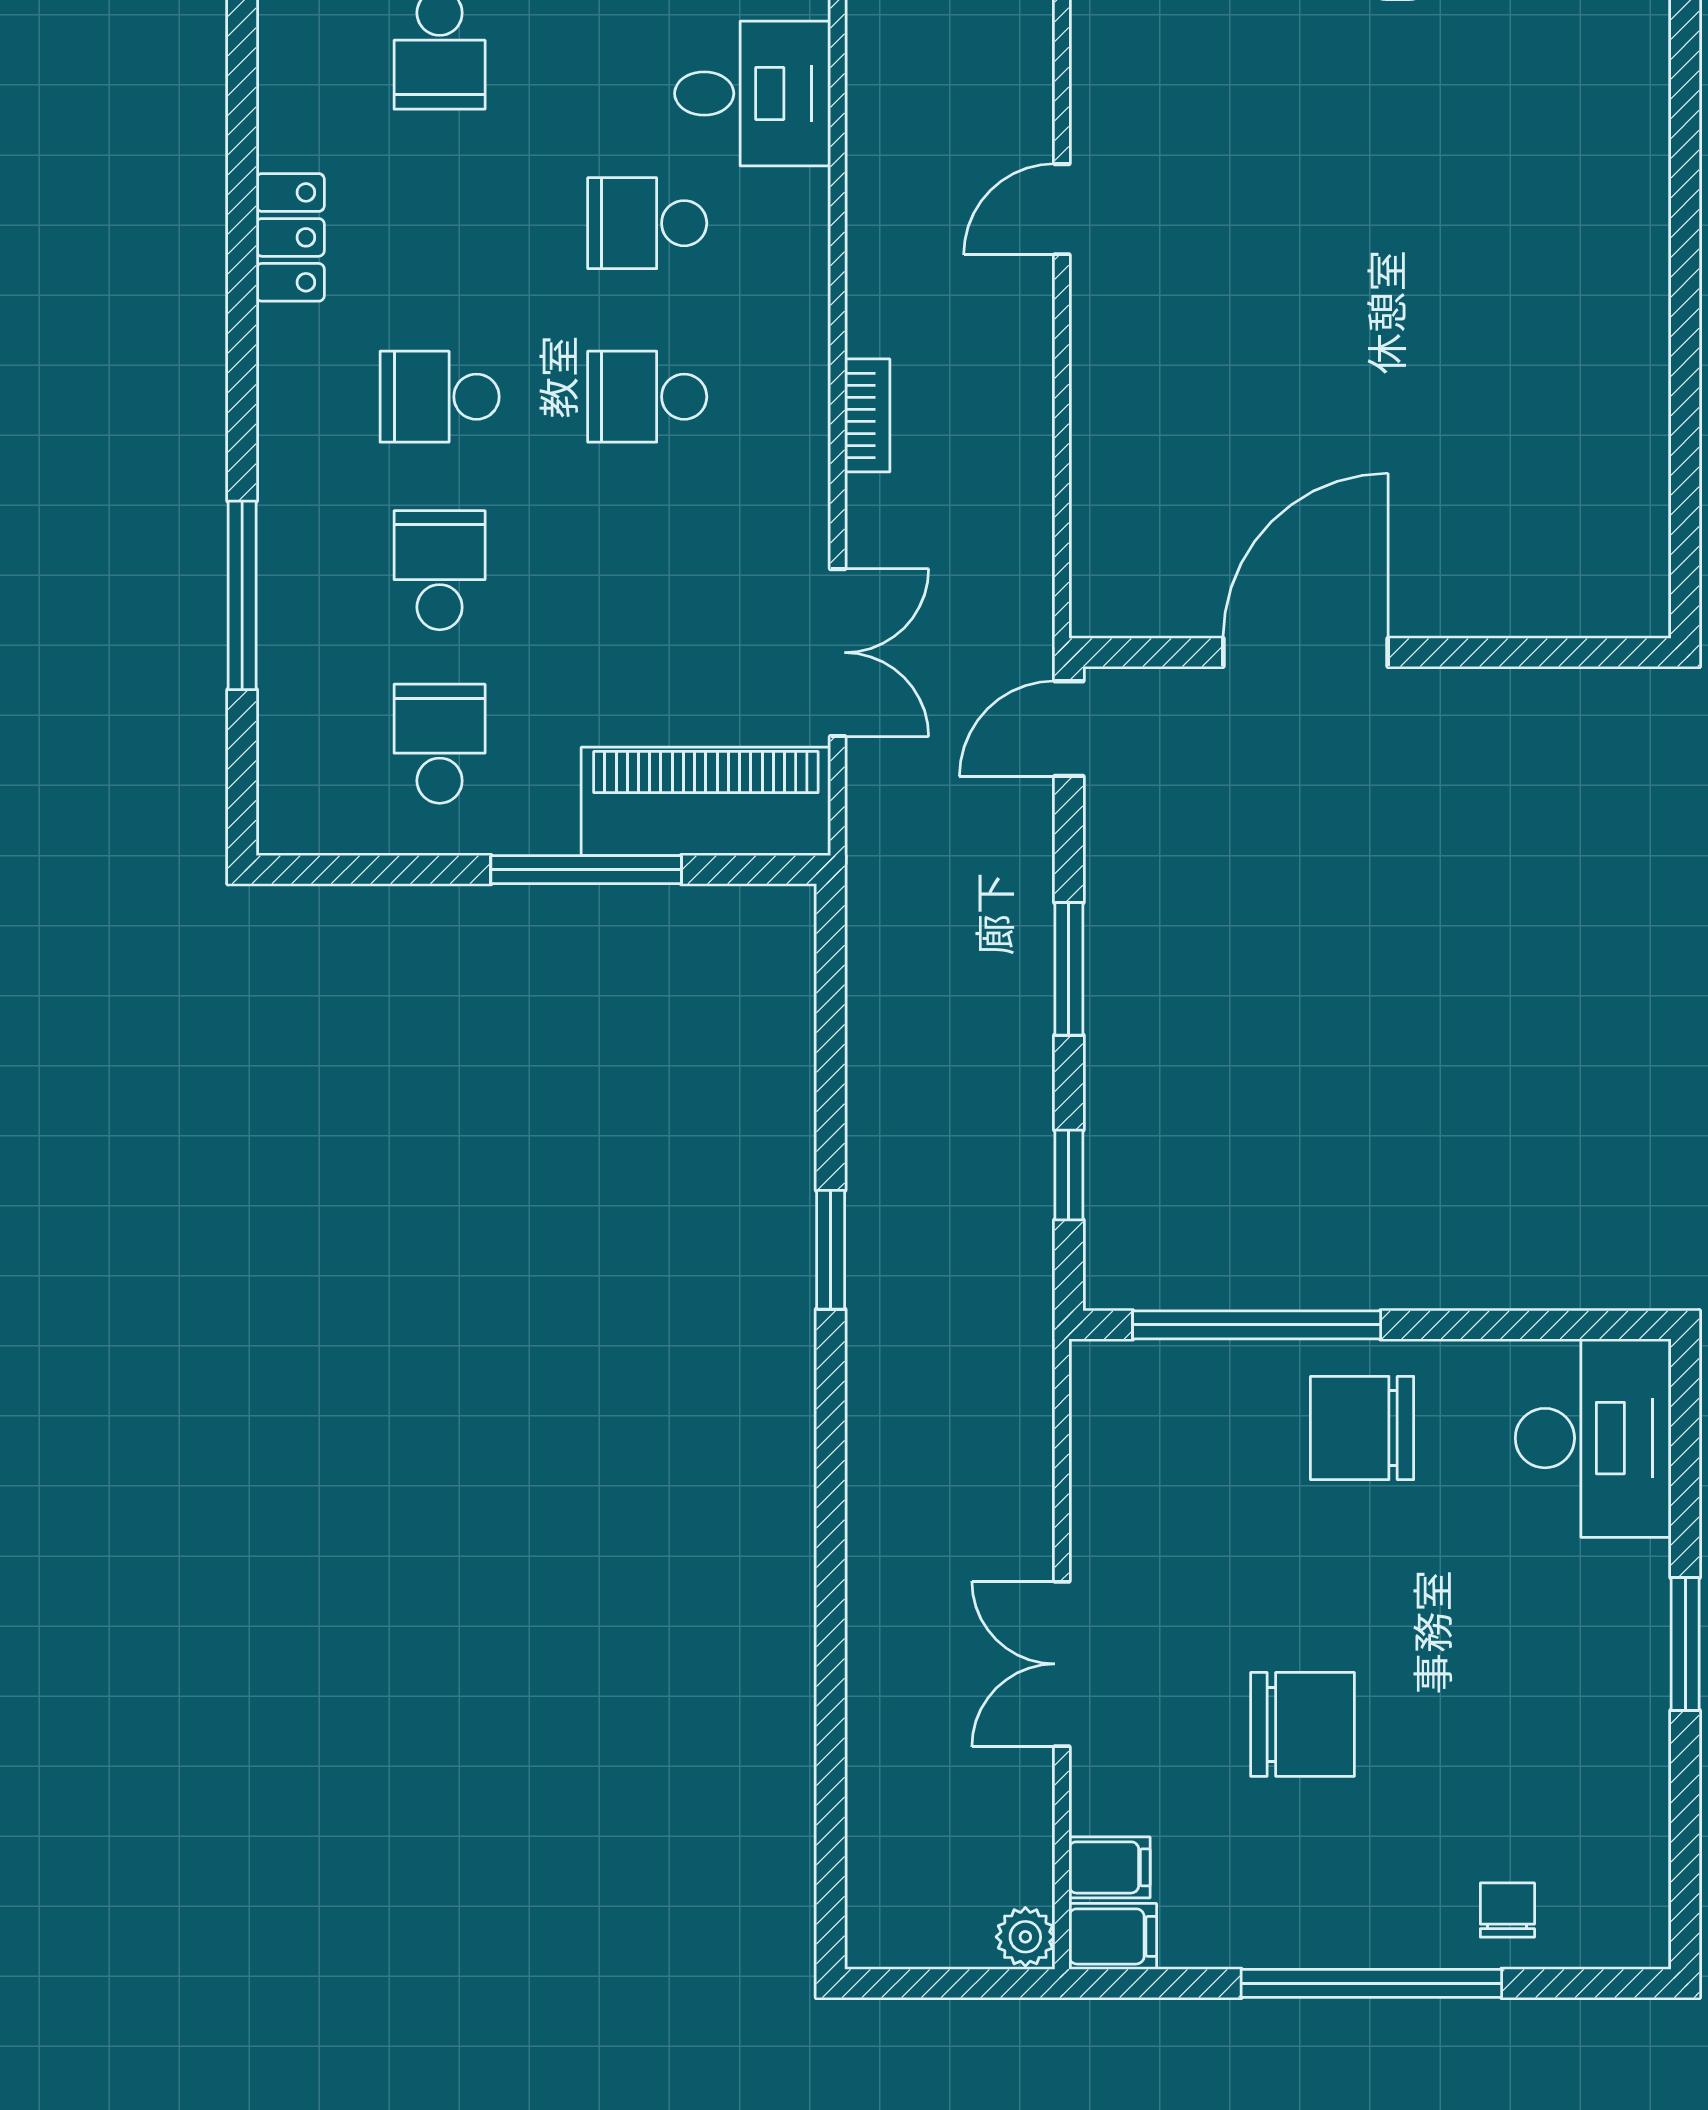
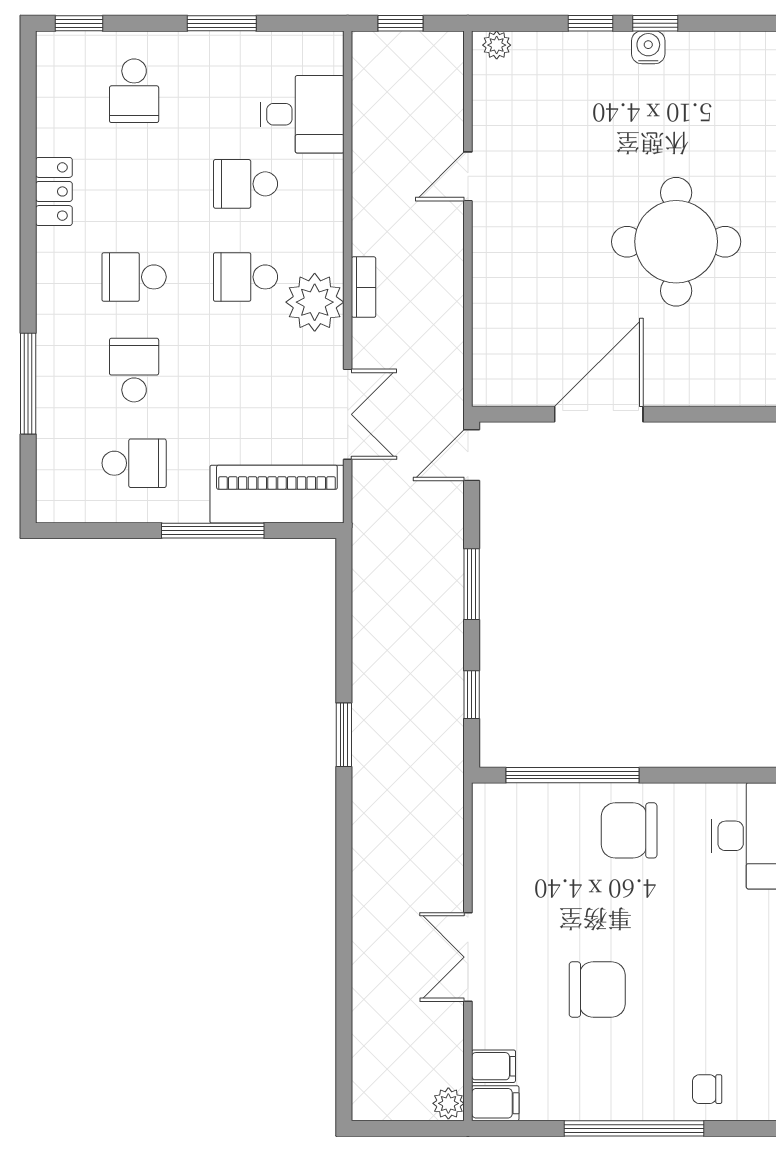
round table: (1450, 331) -> (676, 242), added
plant: (776, 444) -> (315, 302), added
school desk: (440, 744) -> (134, 463), turned 90
chair: (1507, 1910) -> (707, 1089), turned -90

